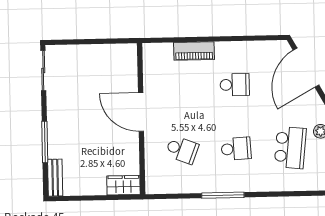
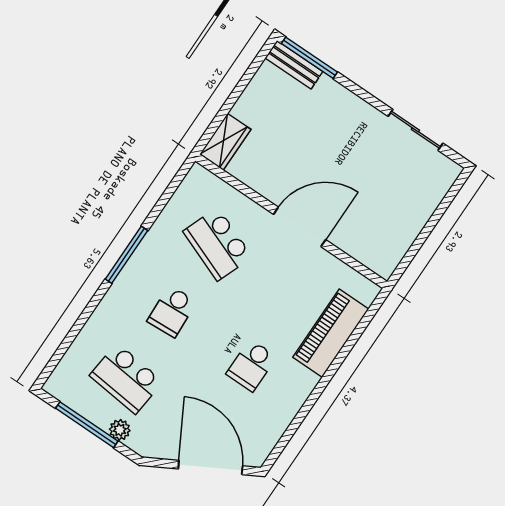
piano: (194, 51) -> (331, 333), width x1.37, depth x1.33
sliding door: (43, 71) -> (415, 130), moved
window: (45, 142) -> (309, 58), moved
school desk: (182, 150) -> (218, 244), width x1.85

